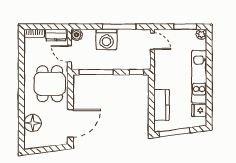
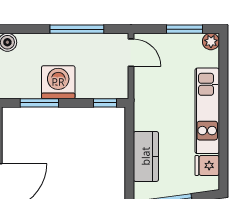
washing machine: (106, 39) -> (58, 82), moved, turned 180
window: (96, 72) -> (39, 103), width x0.69

